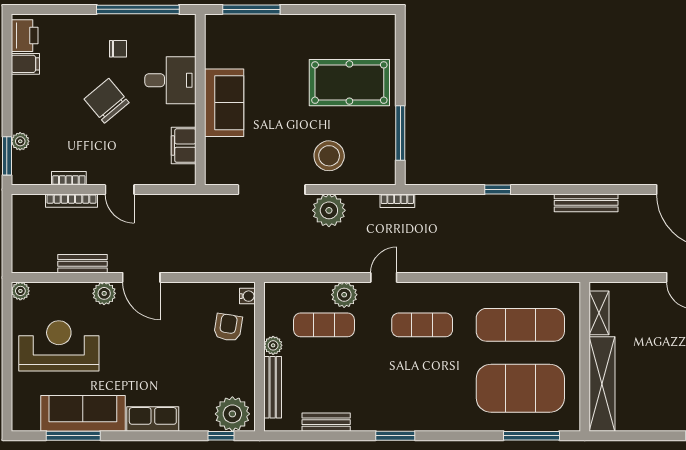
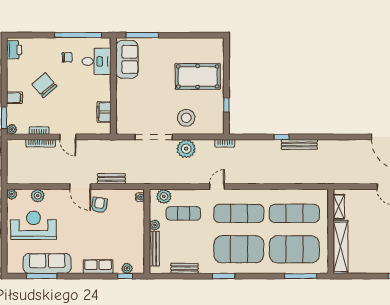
filing cabinet: (25, 64) -> (14, 98), moved
desk: (170, 80) -> (97, 61), moved
chair: (107, 101) -> (44, 85), moved
sofa: (224, 103) -> (127, 59), moved
window: (400, 133) -> (226, 105), width x0.46
plant: (20, 141) -> (12, 129), moved
bench: (586, 203) -> (299, 144), moved
bench: (82, 264) -> (111, 179), moved
plant: (104, 293) -> (38, 196), moved
plant: (344, 295) -> (164, 196), moved
exercise mat: (422, 325) -> (239, 213), width x1.36, depth x1.45
armchair: (228, 327) -> (99, 205), moved
exercise mat: (422, 388) -> (239, 249), added
plant: (232, 414) -> (127, 268), width x0.53, depth x0.53
row of seats: (153, 419) -> (98, 267), moved

